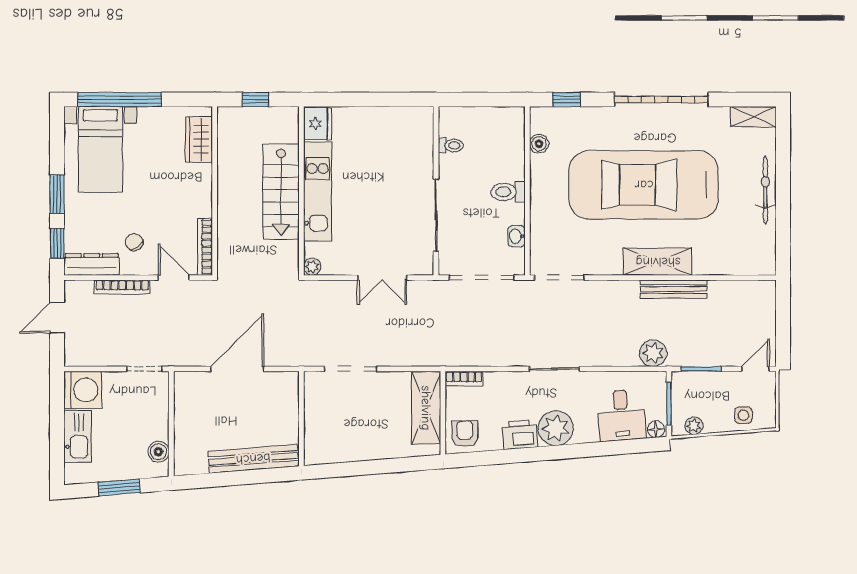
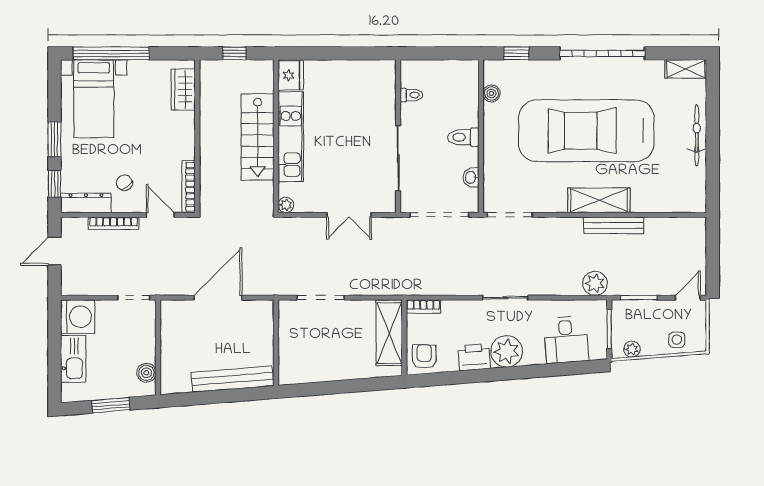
floor lamp: (656, 429) -> (598, 352), removed

